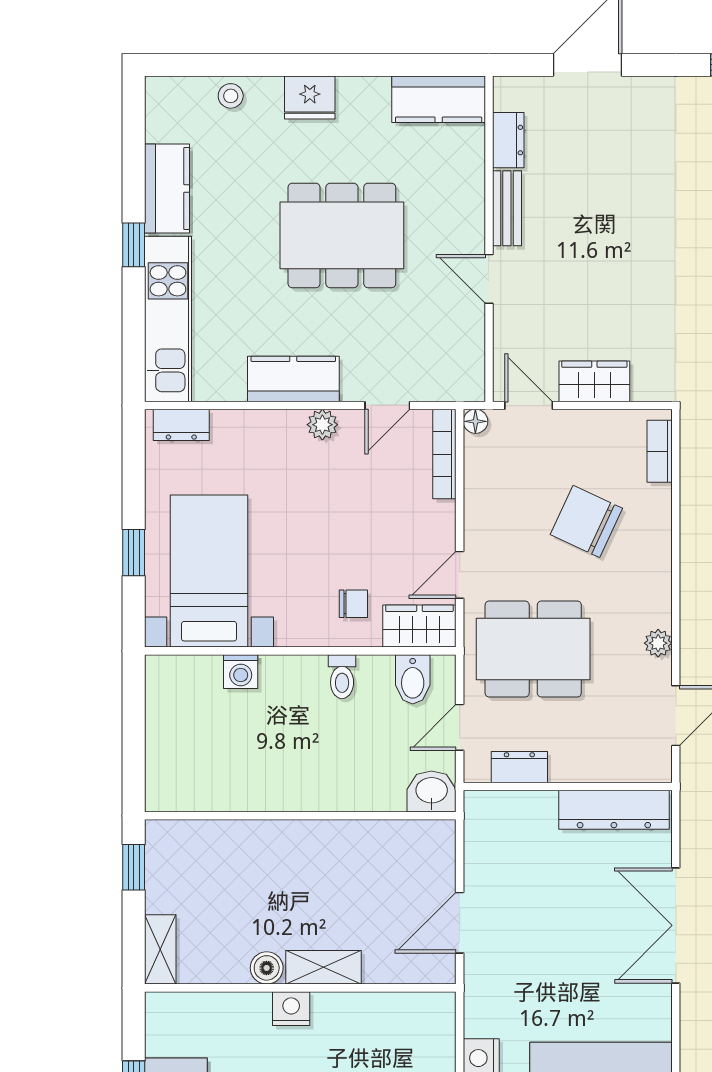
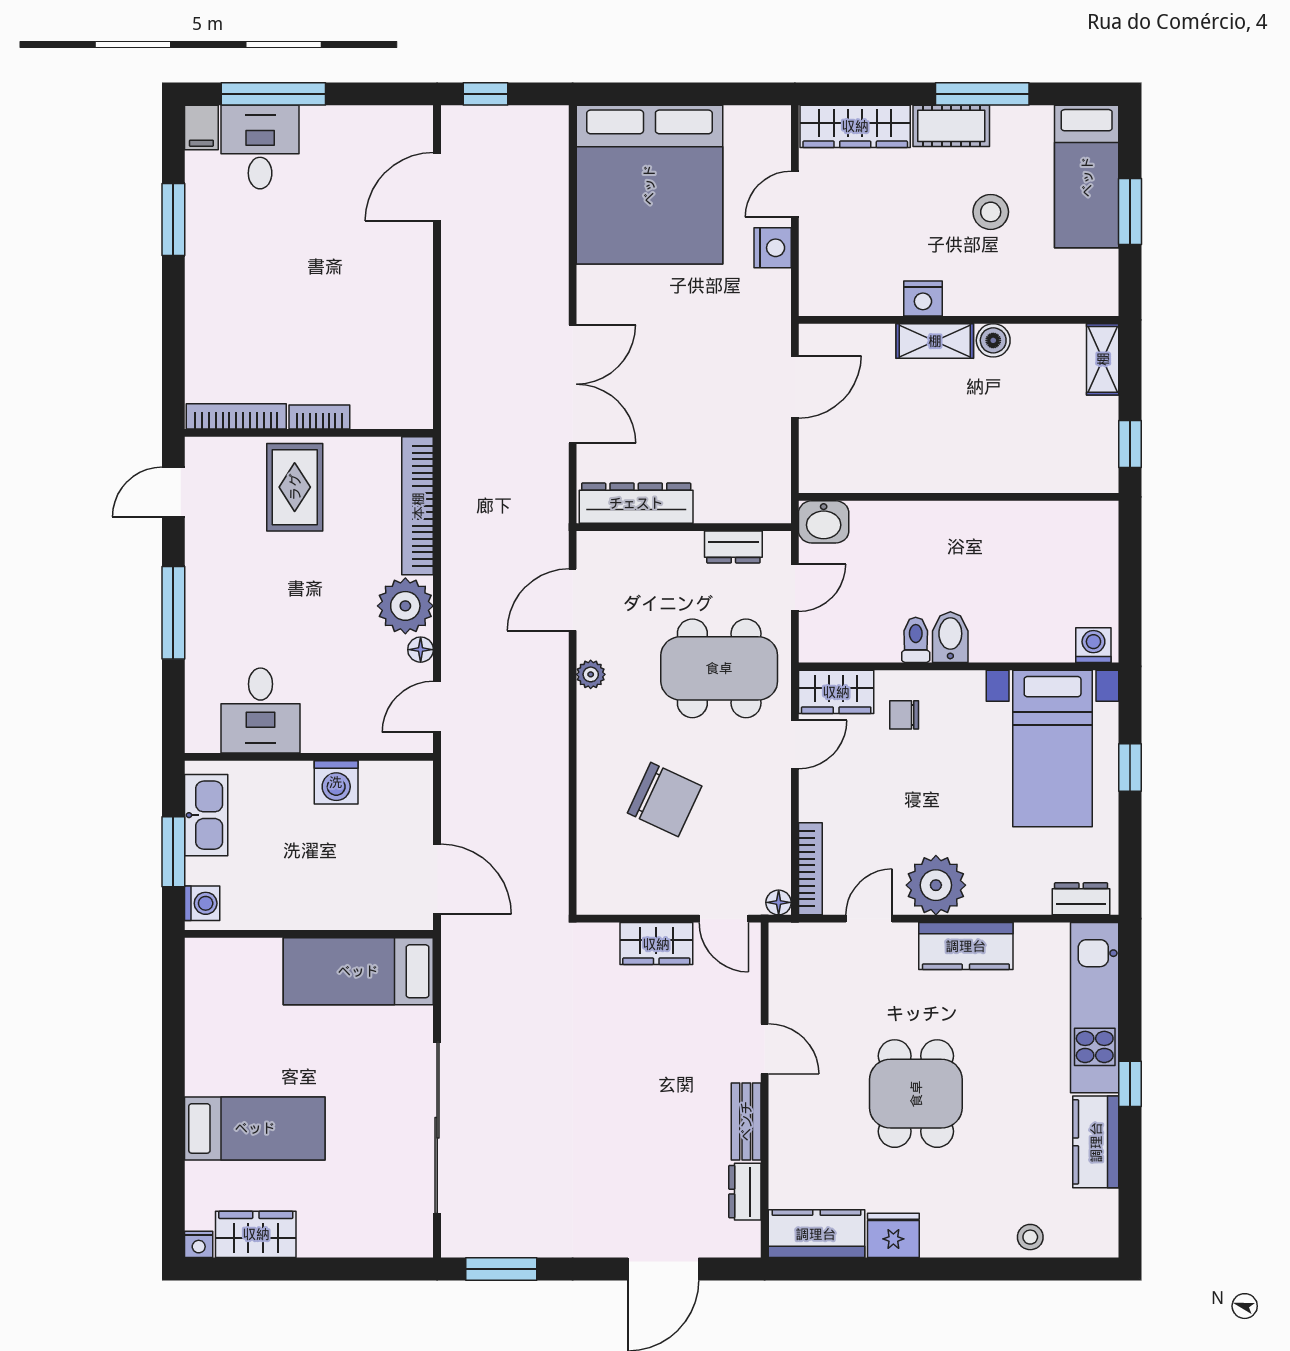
fridge: (310, 97) -> (893, 1235), moved
dining table: (342, 235) -> (916, 1094), width x0.73
plant: (322, 425) -> (936, 885), width x1.87, depth x1.87
bookcase: (660, 451) -> (589, 872), removed
washing machine: (241, 672) -> (1093, 645), moved
bidet: (413, 679) -> (950, 637), moved
nightstand: (291, 1009) -> (923, 299), moved

